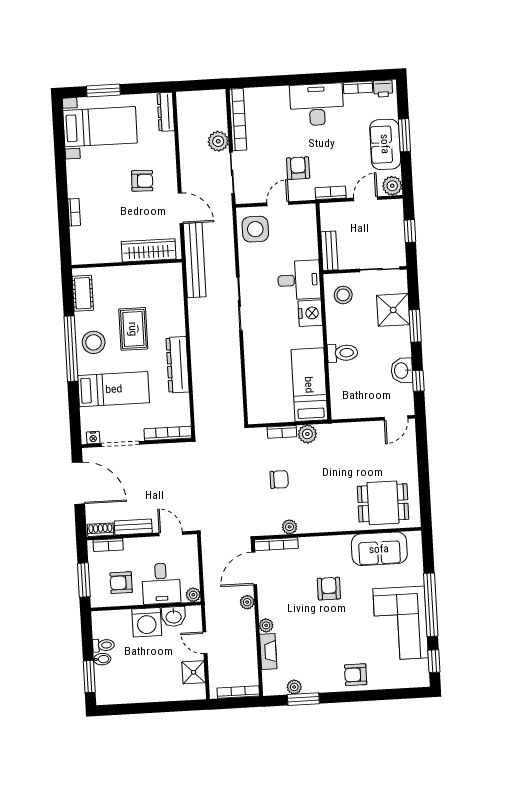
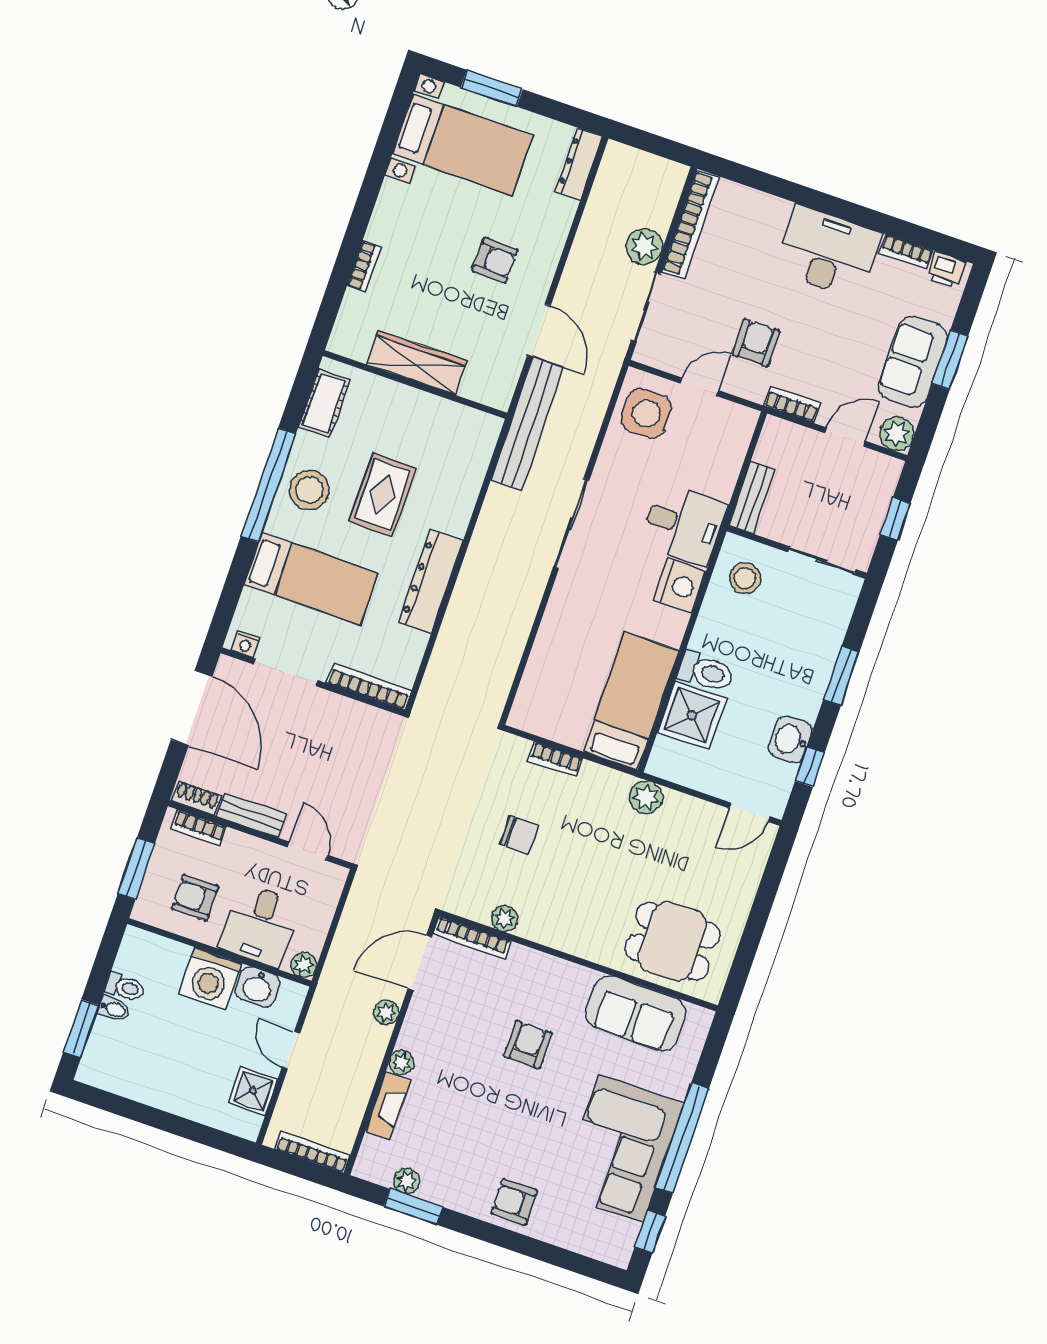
wardrobe: (149, 250) -> (417, 362), moved
shower: (393, 310) -> (692, 715), moved
plant: (307, 434) -> (646, 797), moved

